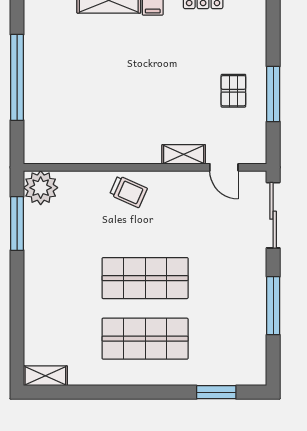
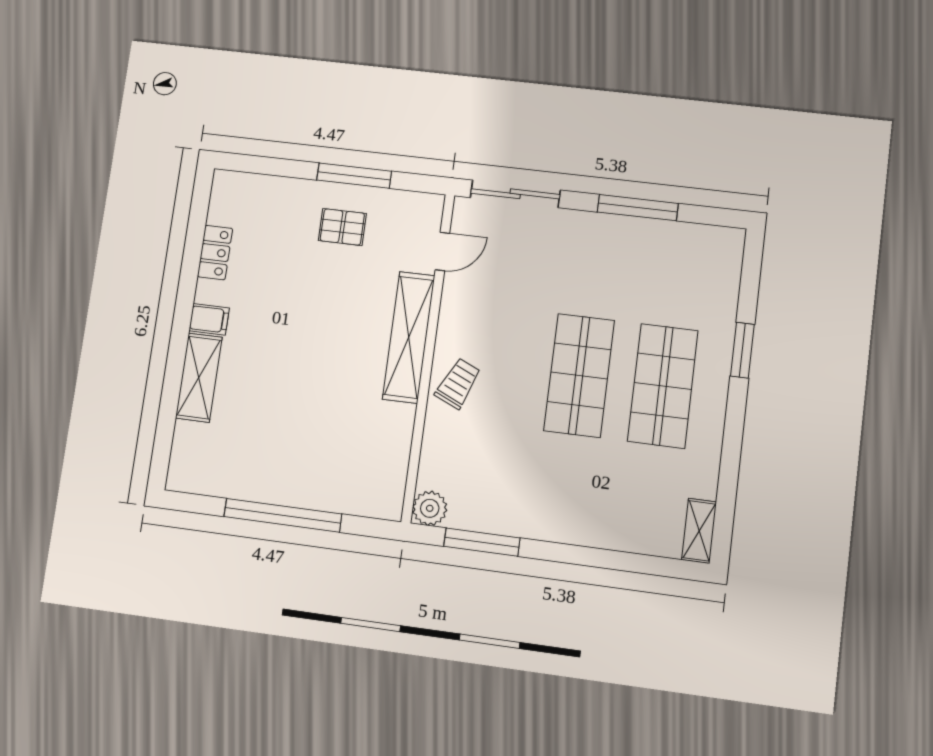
shelving: (184, 154) -> (409, 337), width x2.20, depth x1.33
plant: (41, 188) -> (430, 508), width x0.73, depth x0.73
window: (216, 392) -> (742, 350), moved

